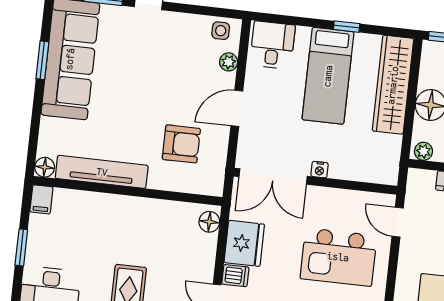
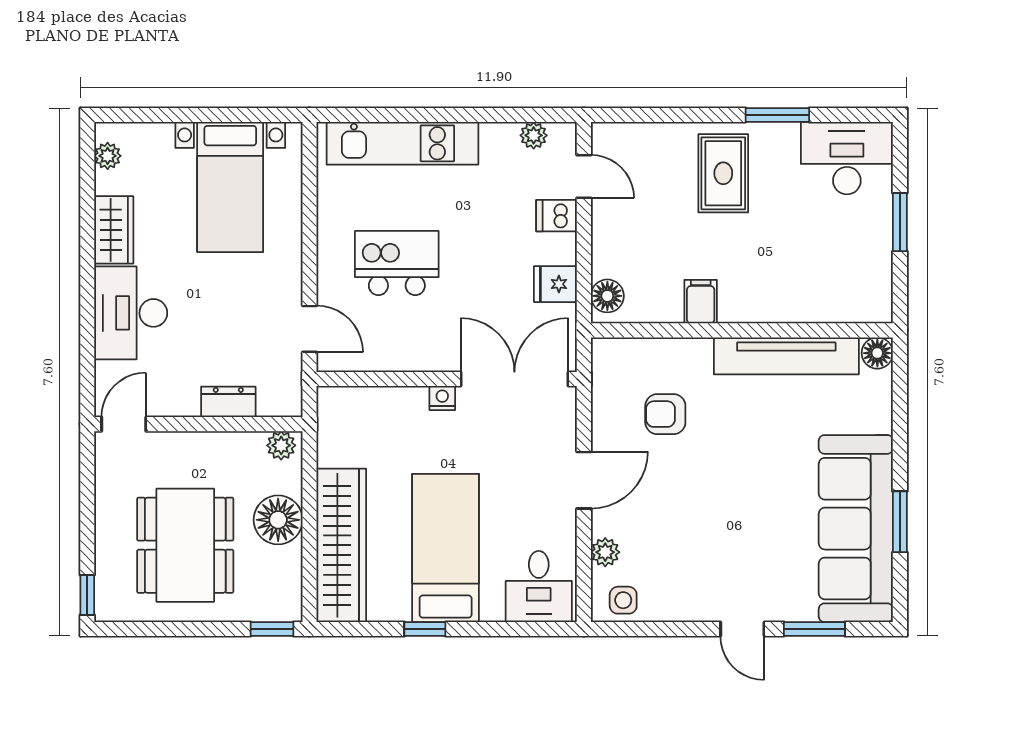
armchair: (181, 144) -> (665, 414), width x0.72, depth x0.72
filing cabinet: (41, 199) -> (701, 302), moved
fridge: (244, 243) -> (555, 284), width x0.53, depth x0.75
kitchen island: (338, 257) -> (397, 263), width x0.73, depth x0.78

